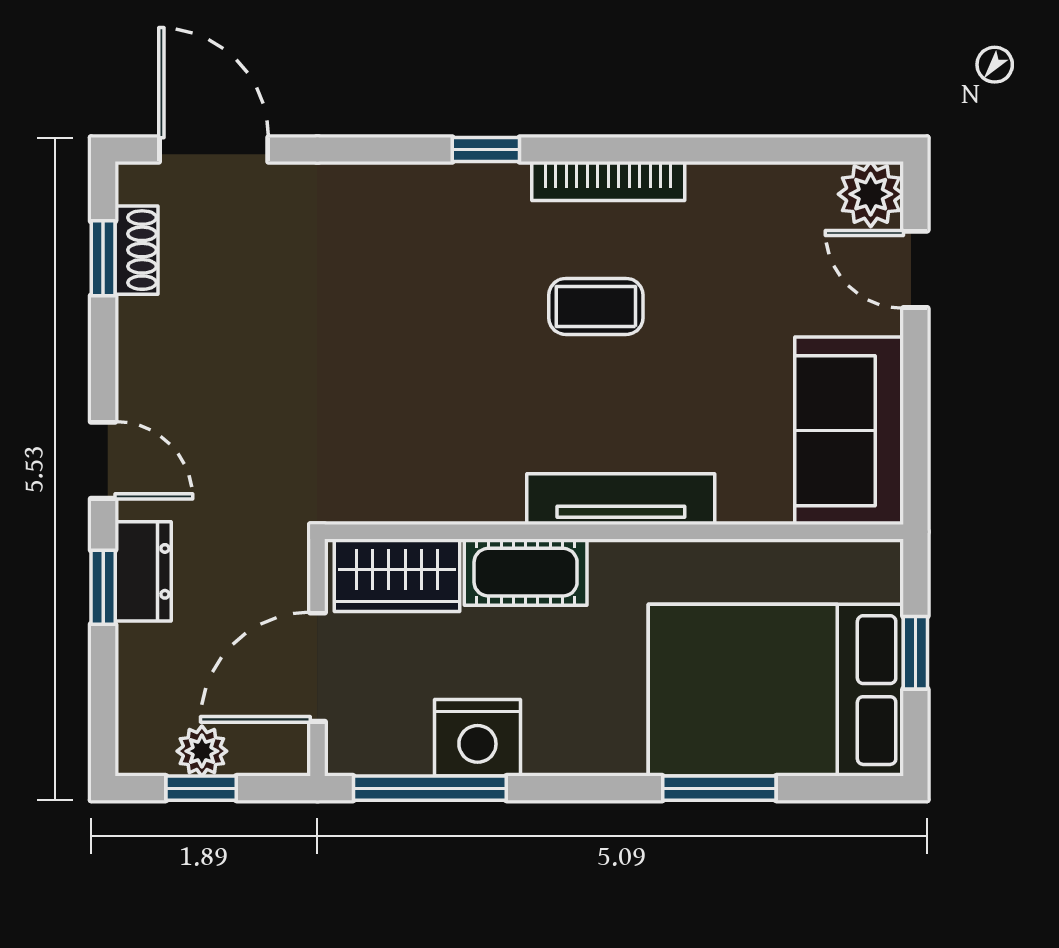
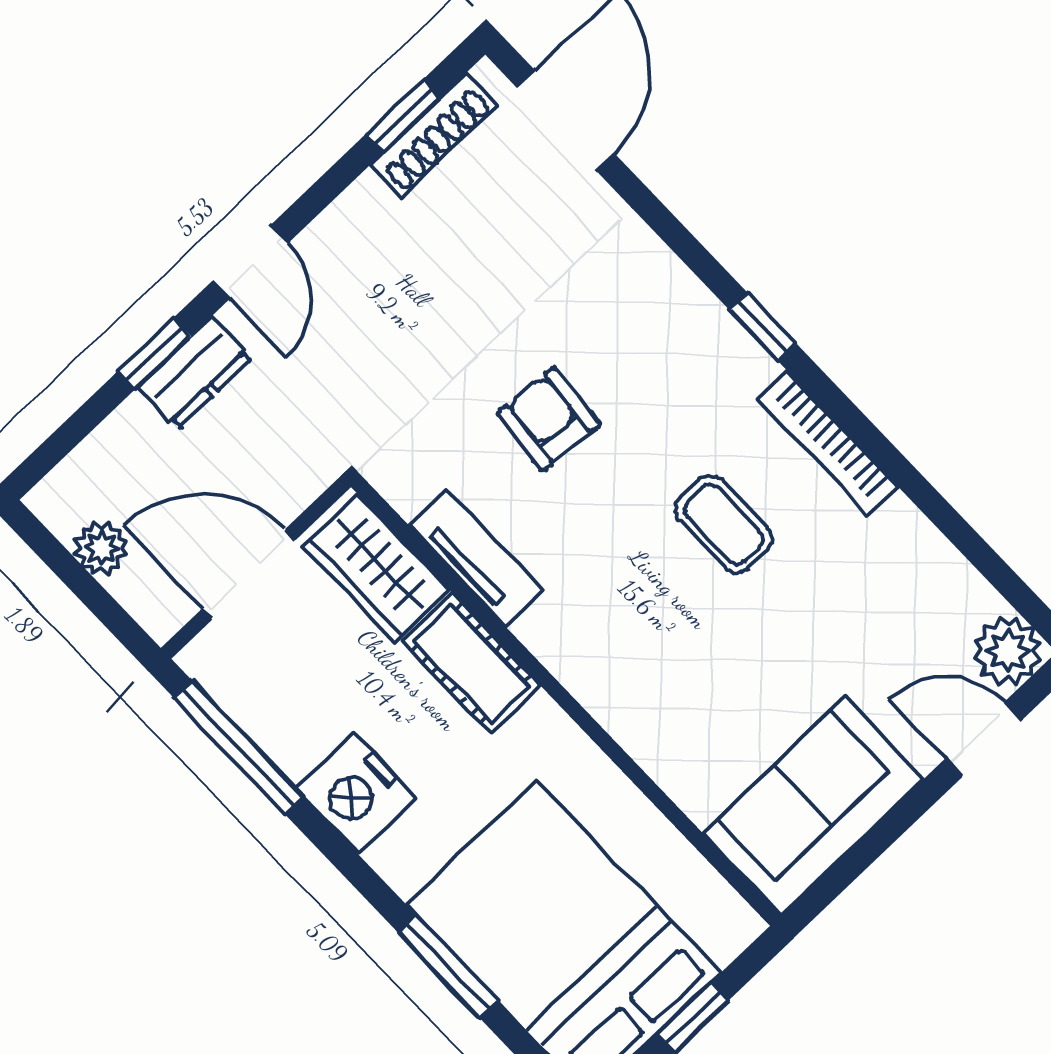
shoe rack: (136, 250) -> (434, 135), width x1.43
door: (915, 269) -> (983, 739), hinge flipped
armchair: (408, 358) -> (549, 419), added
tv unit: (621, 499) -> (476, 557), moved, width x0.71
nightstand: (477, 738) -> (356, 793), moved
window: (201, 788) -> (73, 574), removed

